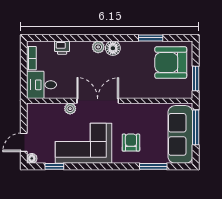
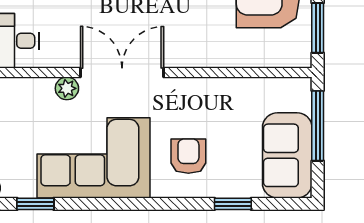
sofa: (180, 134) -> (287, 155), width x0.73
window: (153, 166) -> (233, 204), width x0.67

